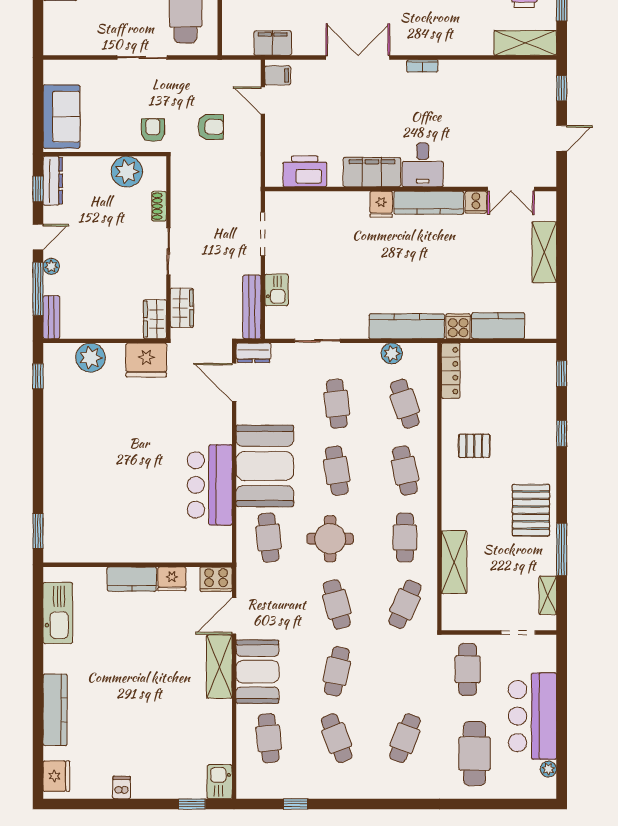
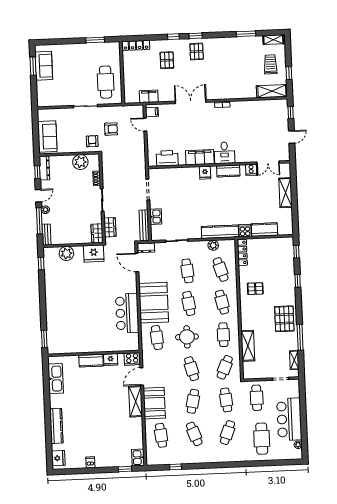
armchair: (211, 127) -> (111, 129), moved
kitchen counter: (429, 203) -> (228, 171), width x0.67
cafe table: (405, 671) -> (226, 400), added

